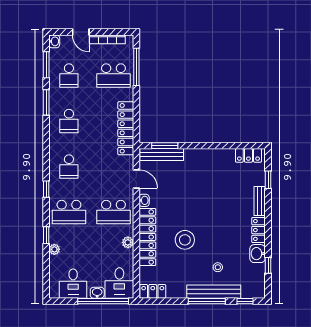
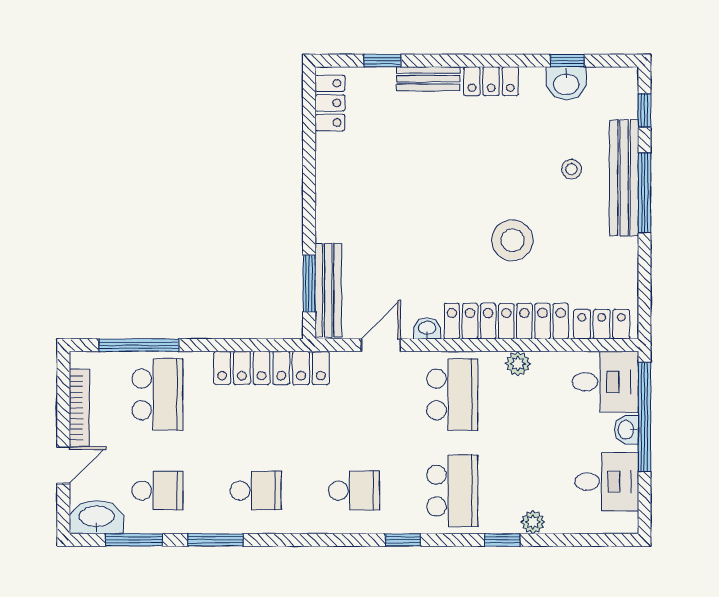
washbasin: (54, 41) -> (97, 517), width x1.91, depth x1.45
washbasin: (258, 254) -> (566, 83), moved
locker: (153, 291) -> (602, 324), moved, turned 90

